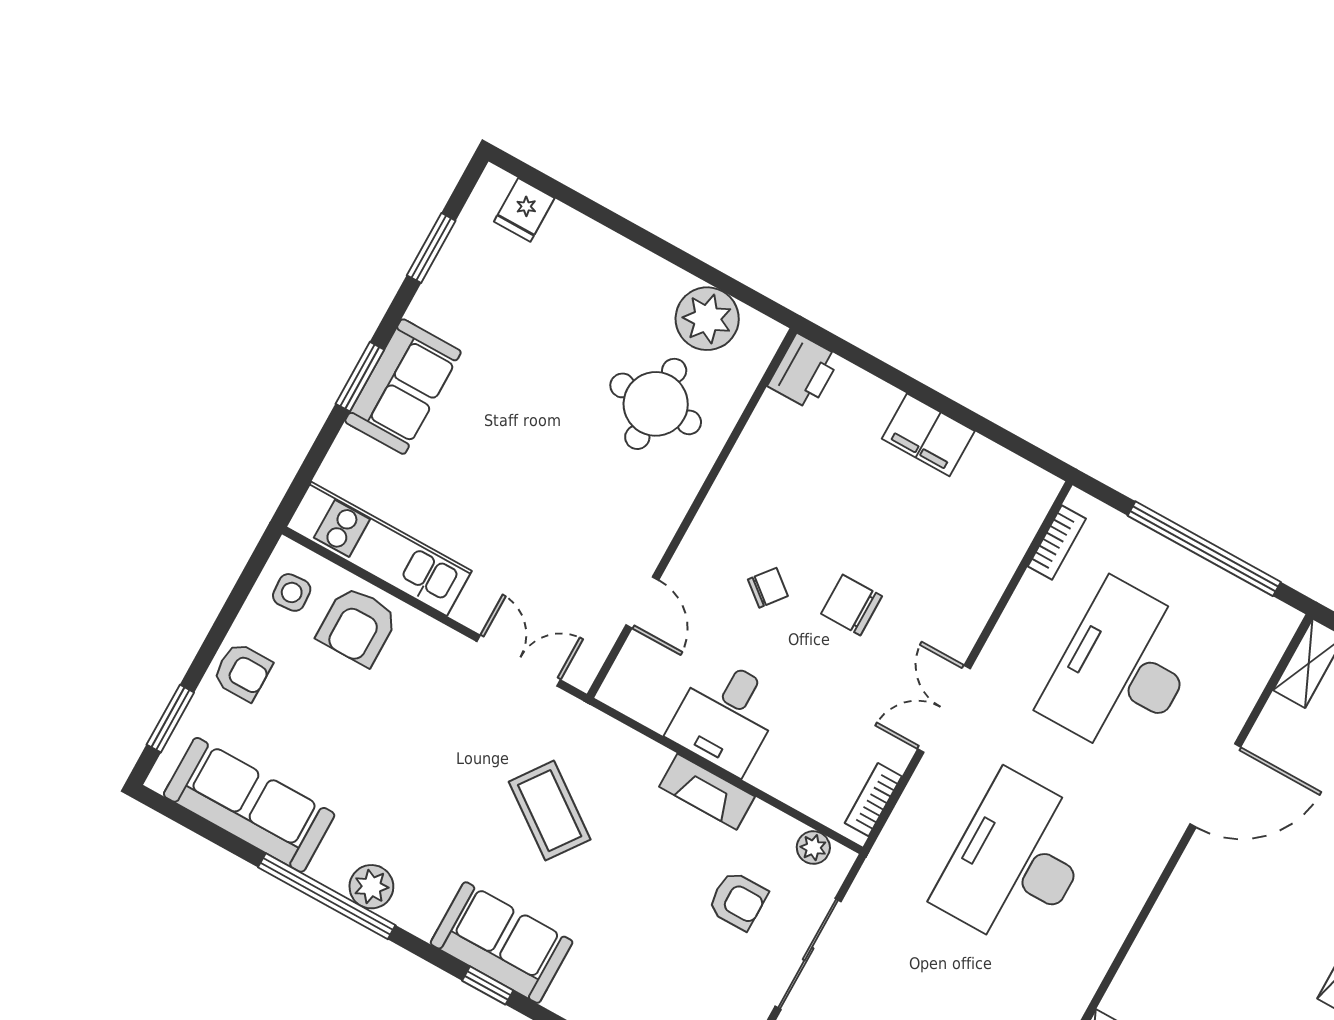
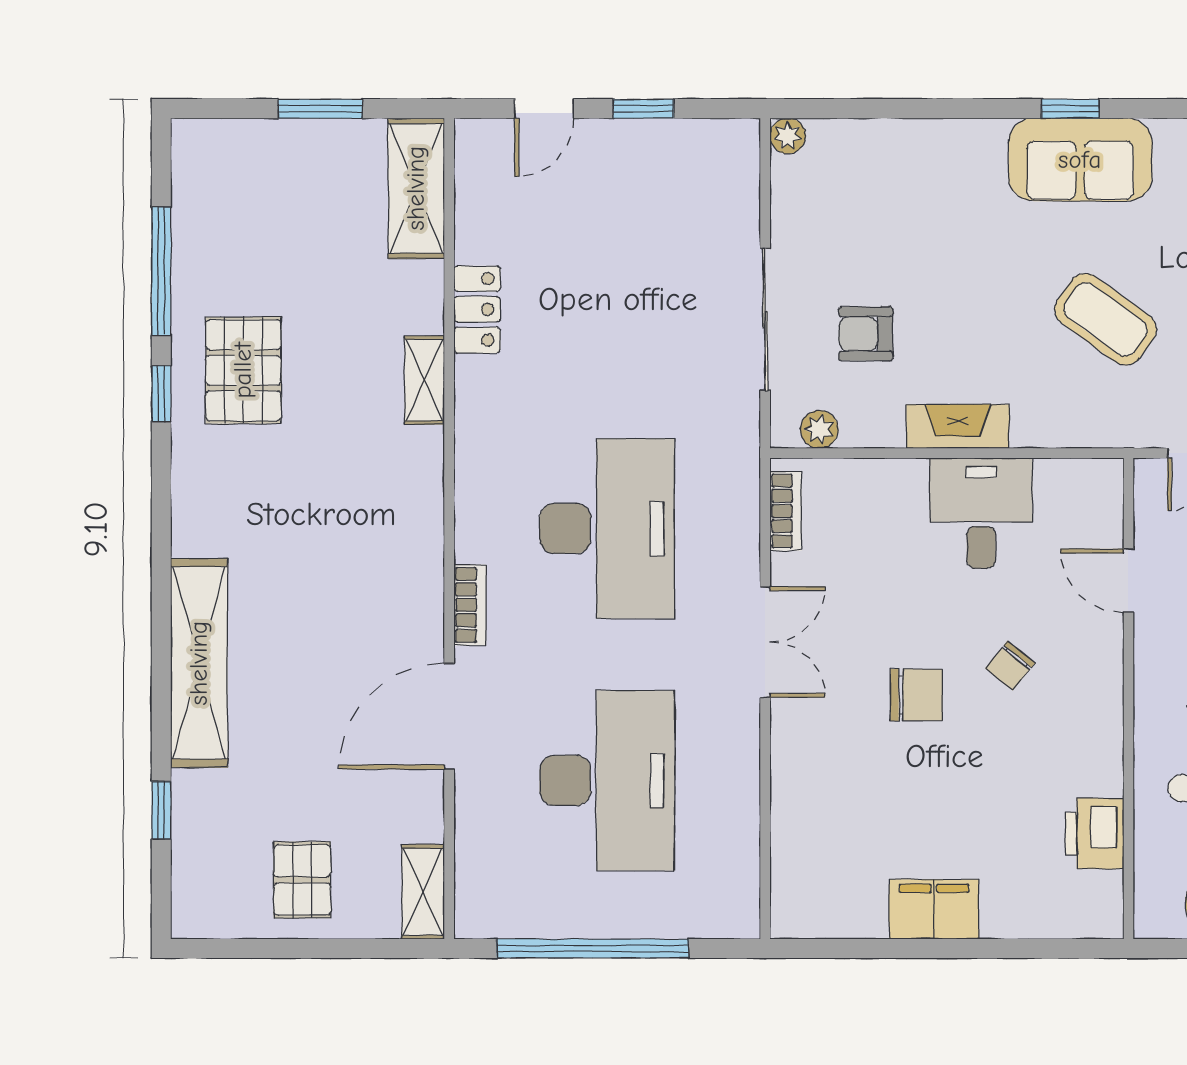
printer: (804, 371) -> (1095, 834), moved
bookcase: (1057, 542) -> (470, 605), moved, turned 180

